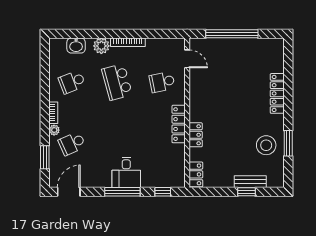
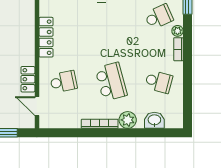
school desk: (72, 82) -> (159, 82), turned 36
locker: (196, 135) -> (28, 79), moved

